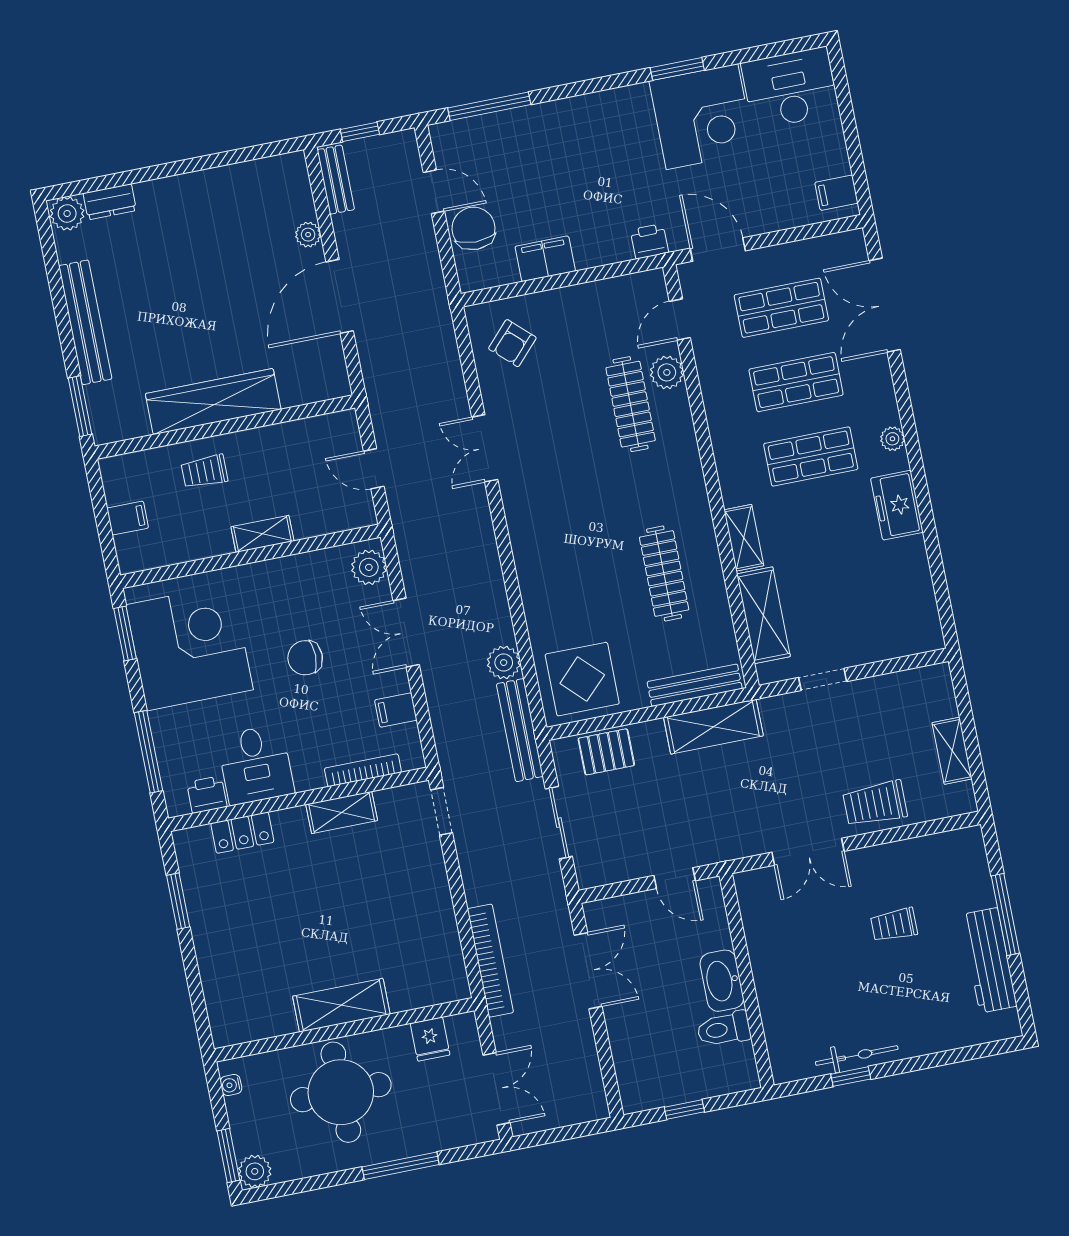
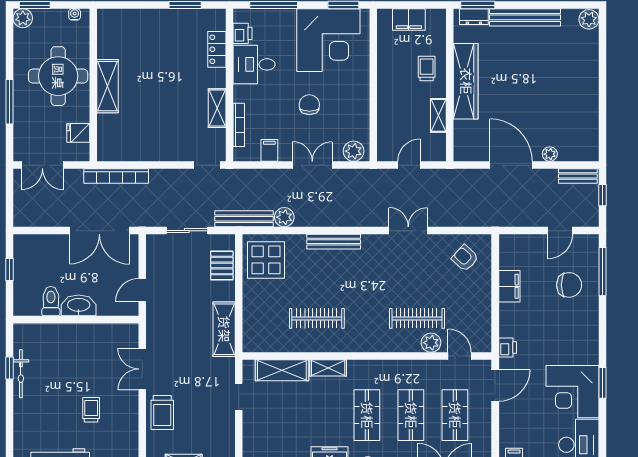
dresser: (110, 202) -> (474, 17), moved, turned -90
chair: (474, 228) -> (569, 285), moved
filing cabinet: (128, 518) -> (409, 19), width x2.00
shelving: (262, 534) -> (438, 115), moved
bench: (695, 685) -> (334, 242), moved, turned 90
trolley: (875, 804) -> (162, 413), turned 180
double door: (588, 971) -> (99, 231), width x1.37

